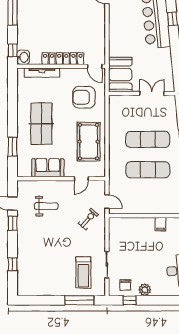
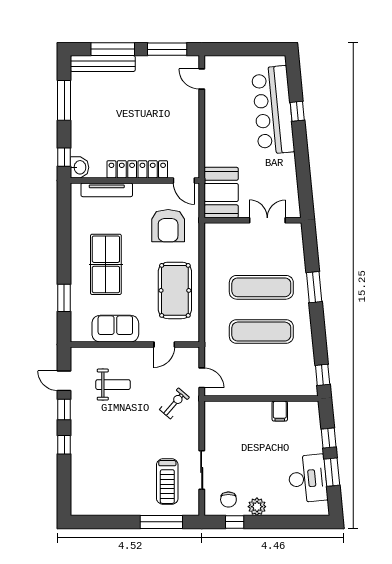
armchair: (84, 97) -> (168, 226), turned -90
window: (13, 264) -> (64, 445), moved

